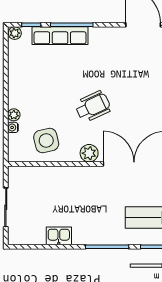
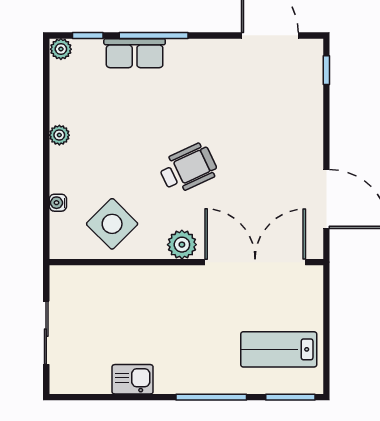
row of seats: (60, 36) -> (135, 53), width x0.68
plant: (14, 115) -> (59, 135), moved
side table: (46, 140) -> (112, 224), turned -32

